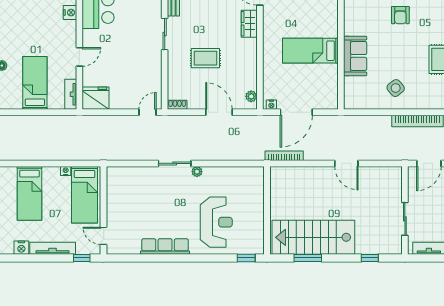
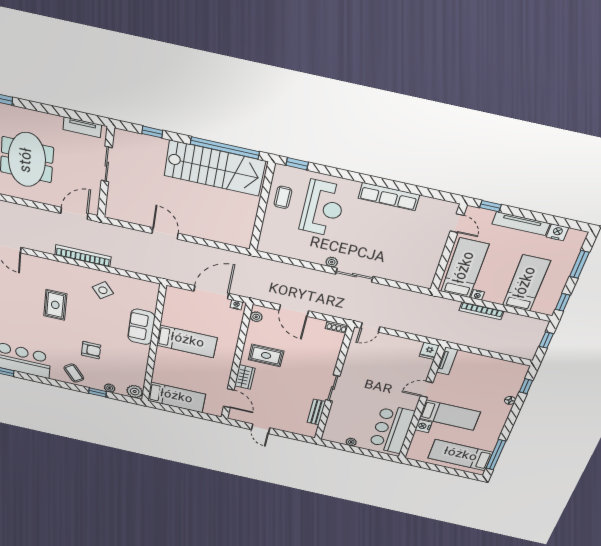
armchair: (400, 15) -> (91, 350), turned 90
rug: (205, 58) -> (266, 355), moved
bed: (35, 83) -> (450, 415), moved, turned -90
fridge: (96, 98) -> (429, 351), width x0.53, depth x0.75
bookcase: (284, 156) -> (481, 311), moved
reception desk: (216, 222) -> (323, 208), turned 180
coffee table: (251, 224) -> (283, 197), added
window: (308, 258) -> (225, 148), width x2.11

